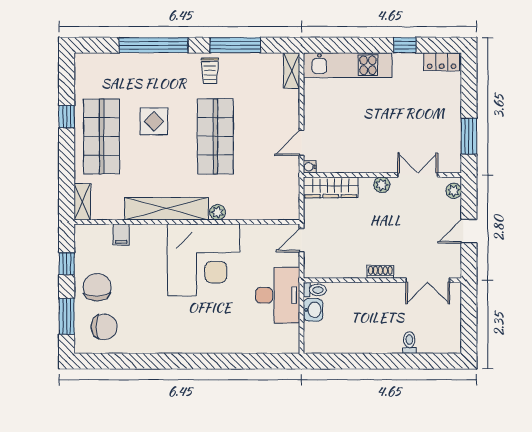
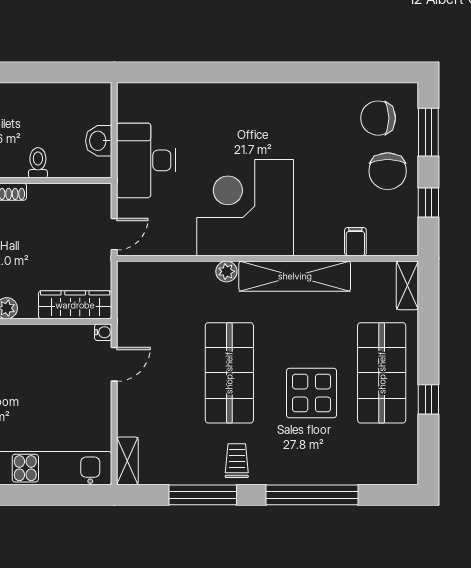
display table: (154, 121) -> (312, 393), width x1.36, depth x1.36
toilet: (315, 290) -> (38, 163), moved, turned 90

